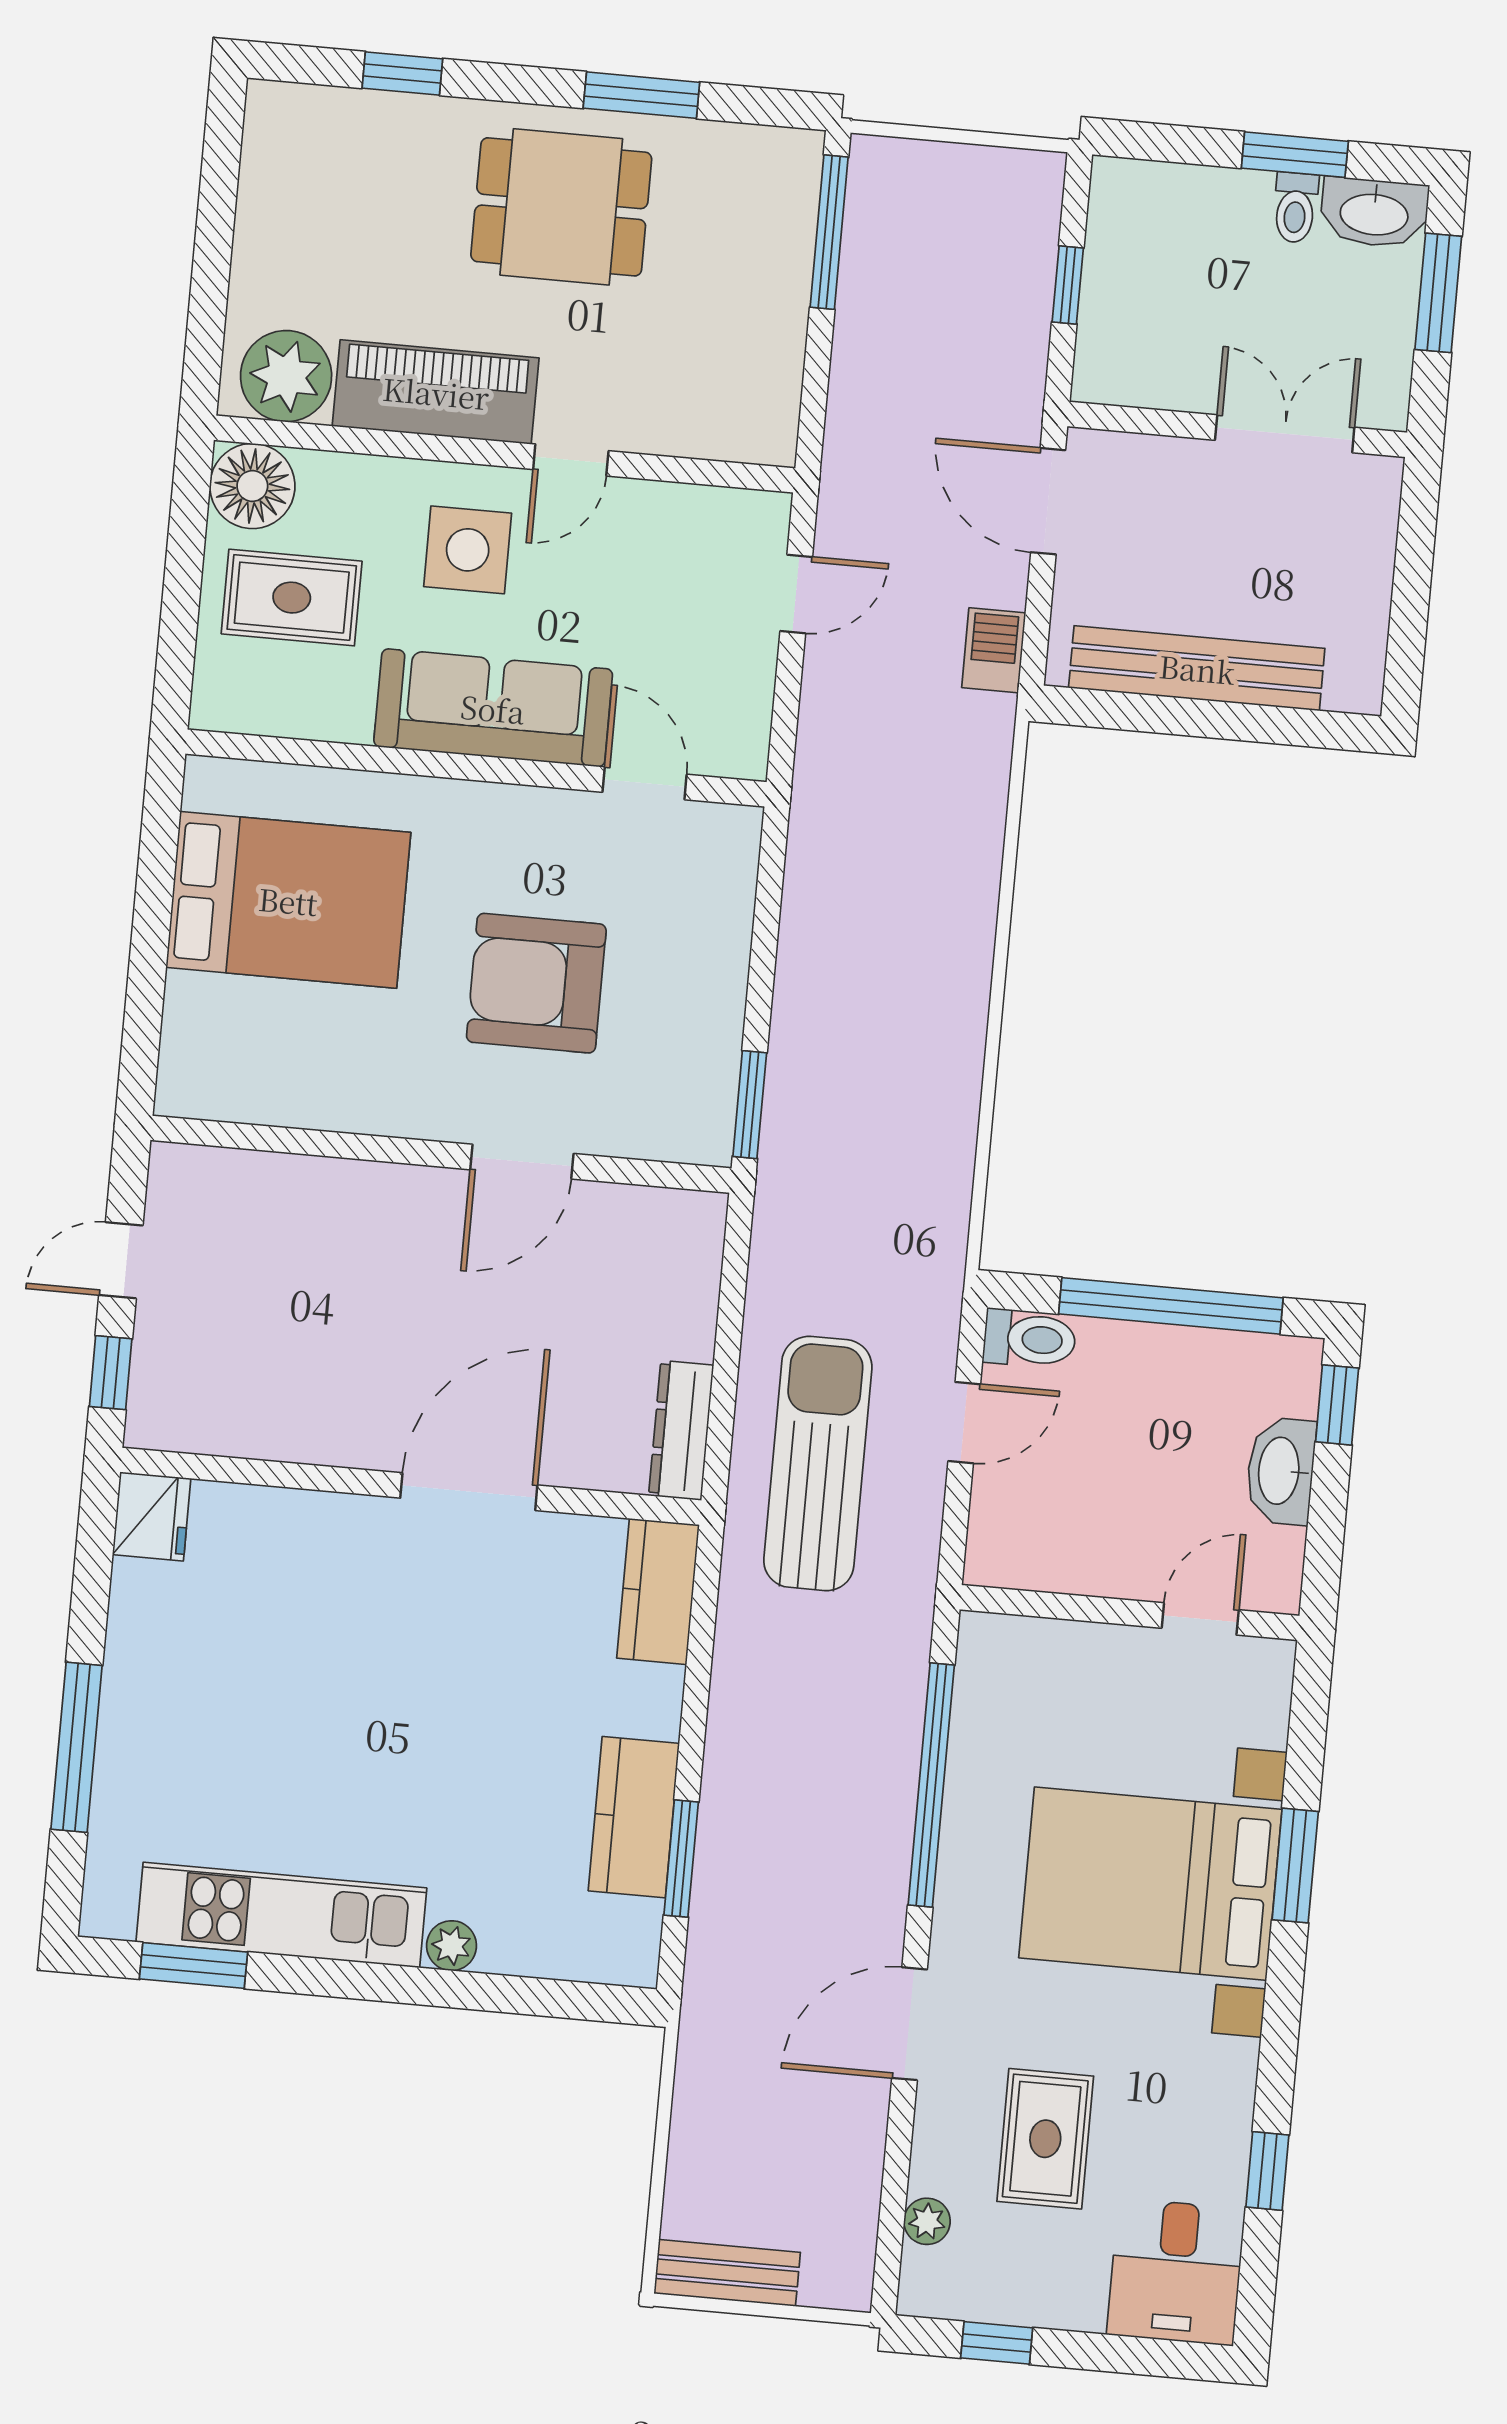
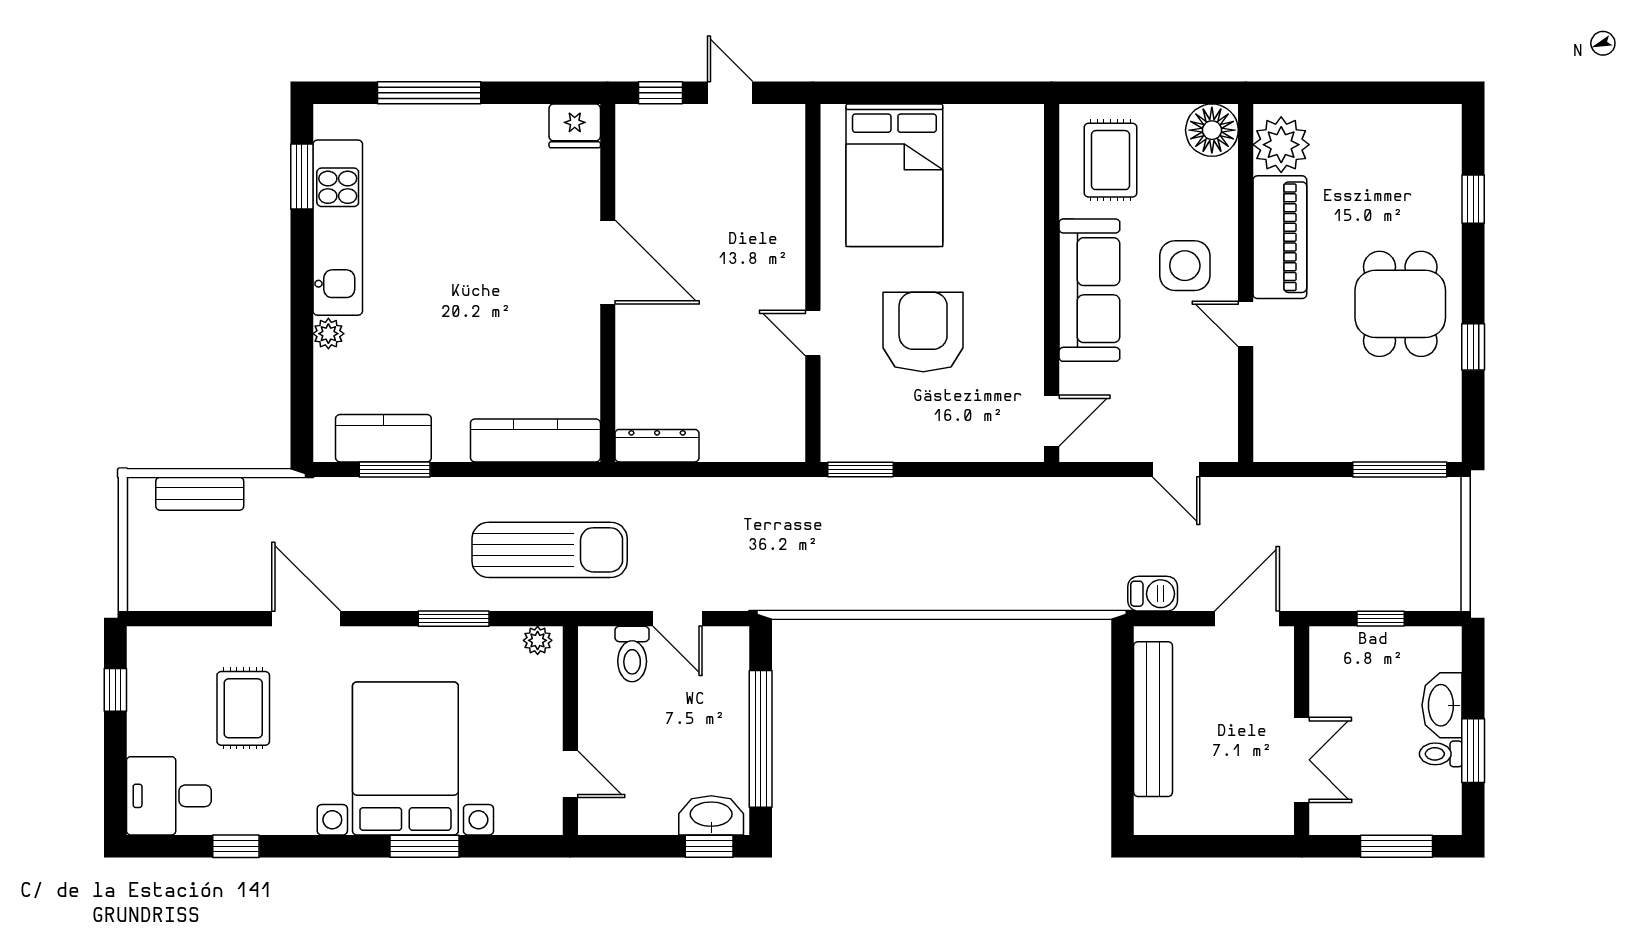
window: (641, 95) -> (1473, 347), width x0.67
washbasin: (1374, 213) -> (1442, 705), moved
rug: (292, 598) -> (1110, 160), moved
door: (645, 783) -> (1052, 421), moved
bed: (288, 900) -> (894, 175), moved
door: (522, 1162) -> (813, 333), width x0.73
toilet: (1030, 1339) -> (632, 654), moved
sun lounger: (818, 1463) -> (550, 550), moved
washbasin: (1281, 1471) -> (711, 815), moved
door: (469, 1492) -> (608, 262), moved
kitchen counter: (658, 1591) -> (535, 440), width x1.50
window: (931, 1785) -> (454, 619), width x0.47
kitchen counter: (634, 1817) -> (383, 438), moved
rug: (1045, 2139) -> (243, 708), turned 90
plant: (927, 2221) -> (538, 640), moved
bench: (727, 2273) -> (200, 494), moved, turned 90

